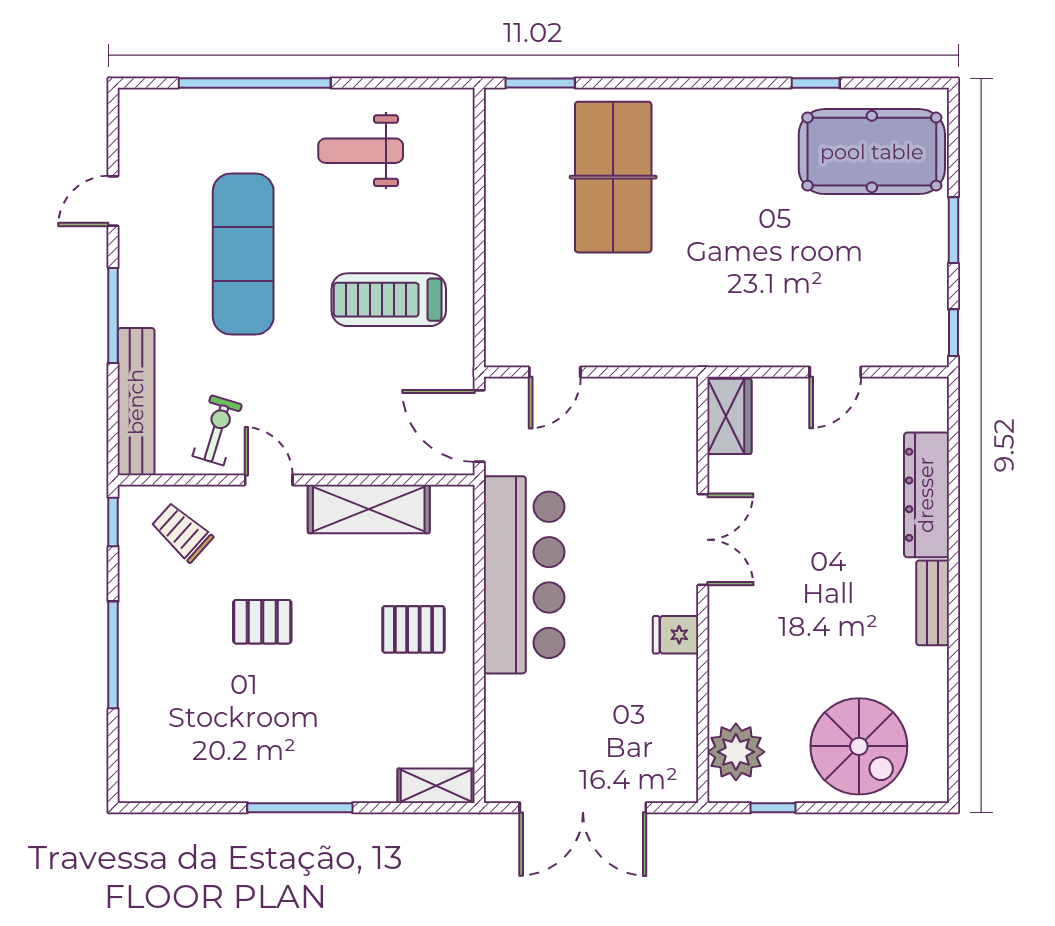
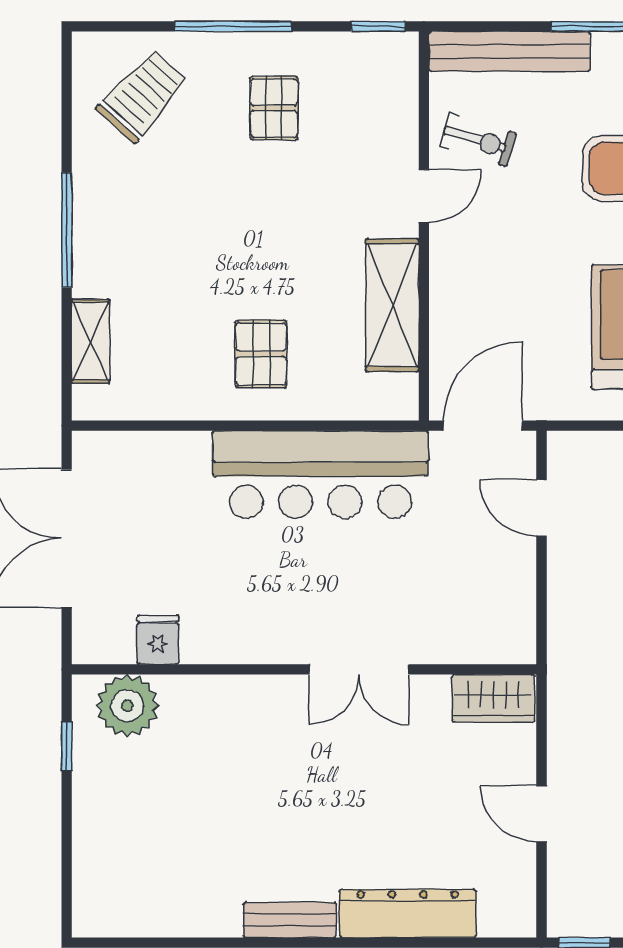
trolley: (182, 532) -> (143, 96), moved, width x1.36, depth x1.39
pallet: (262, 622) -> (274, 108), moved
fridge: (676, 635) -> (158, 640), moved
spiral stairs: (859, 746) -> (133, 840), removed
shelving: (436, 786) -> (91, 341), moved

